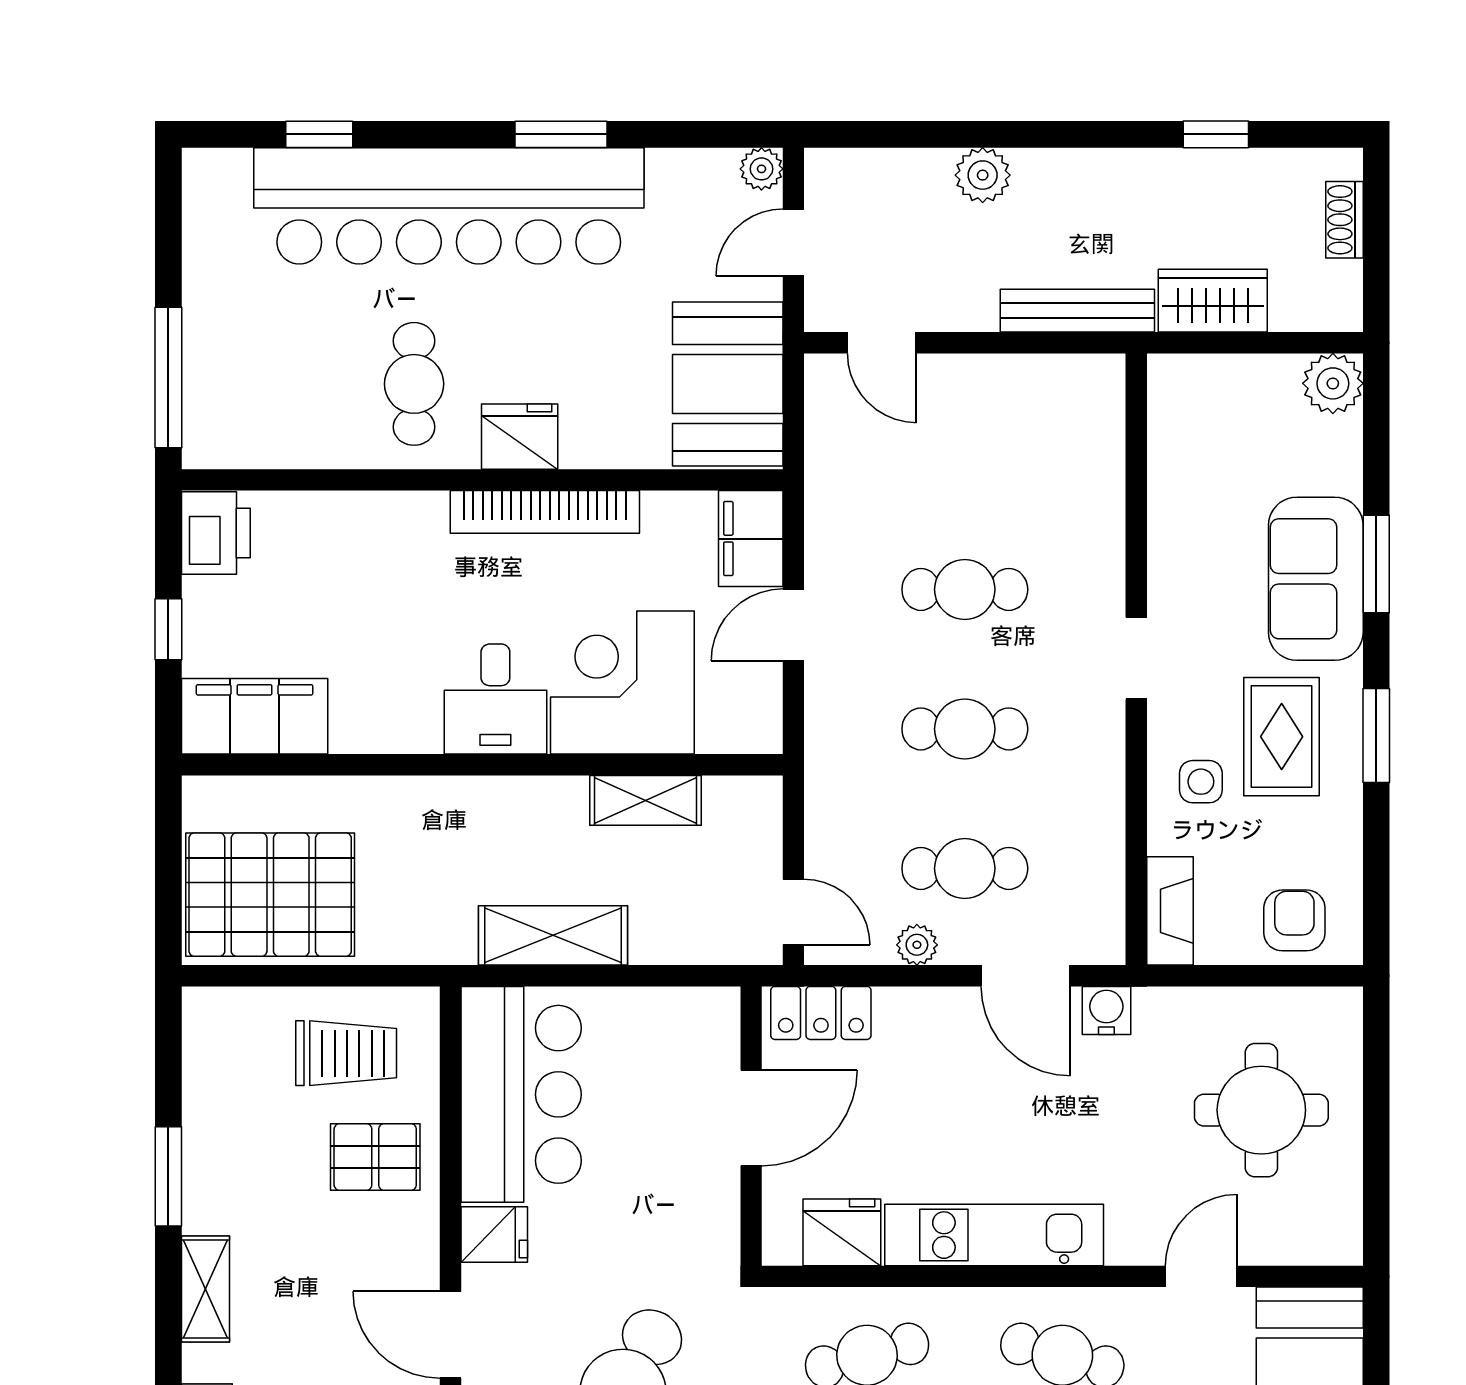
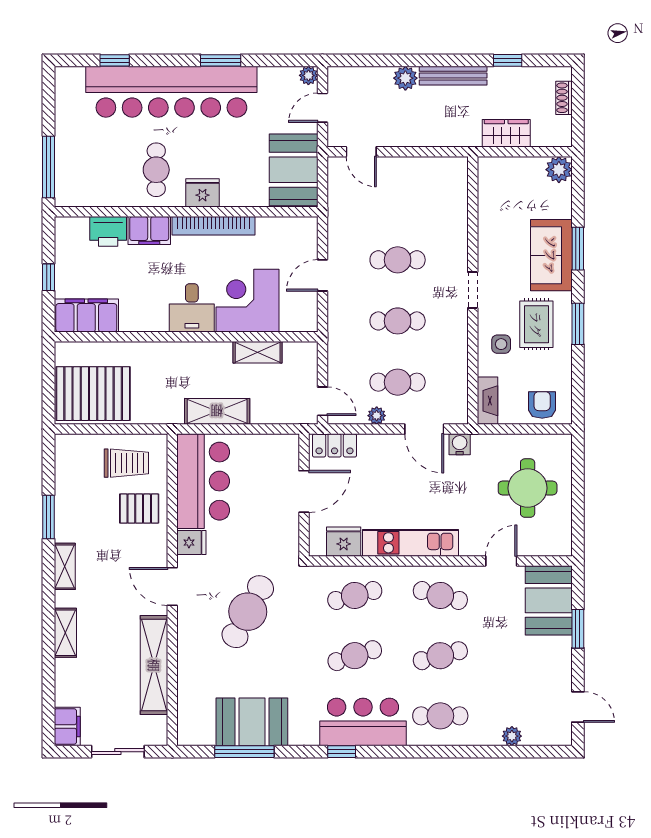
bench: (1077, 311) -> (453, 76), moved
printer: (216, 533) -> (108, 231), moved, turned 90
filing cabinet: (751, 539) -> (149, 230), moved, turned -90

